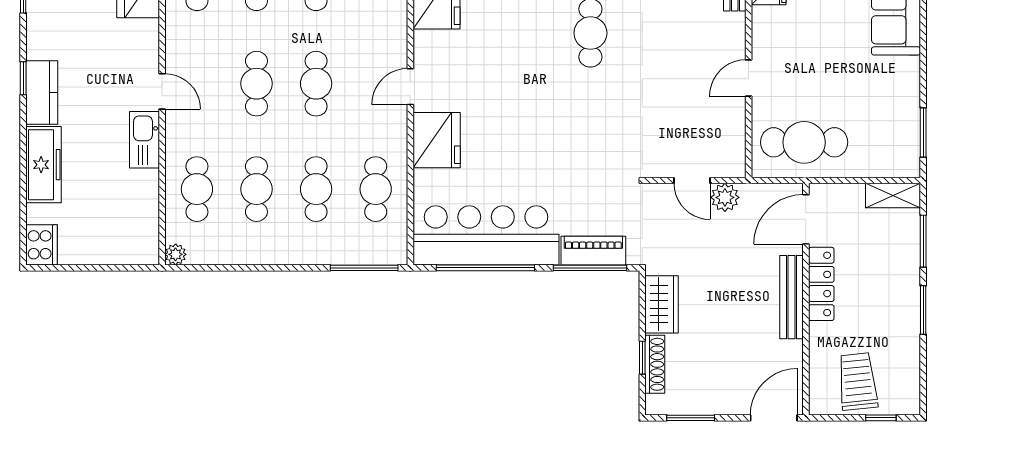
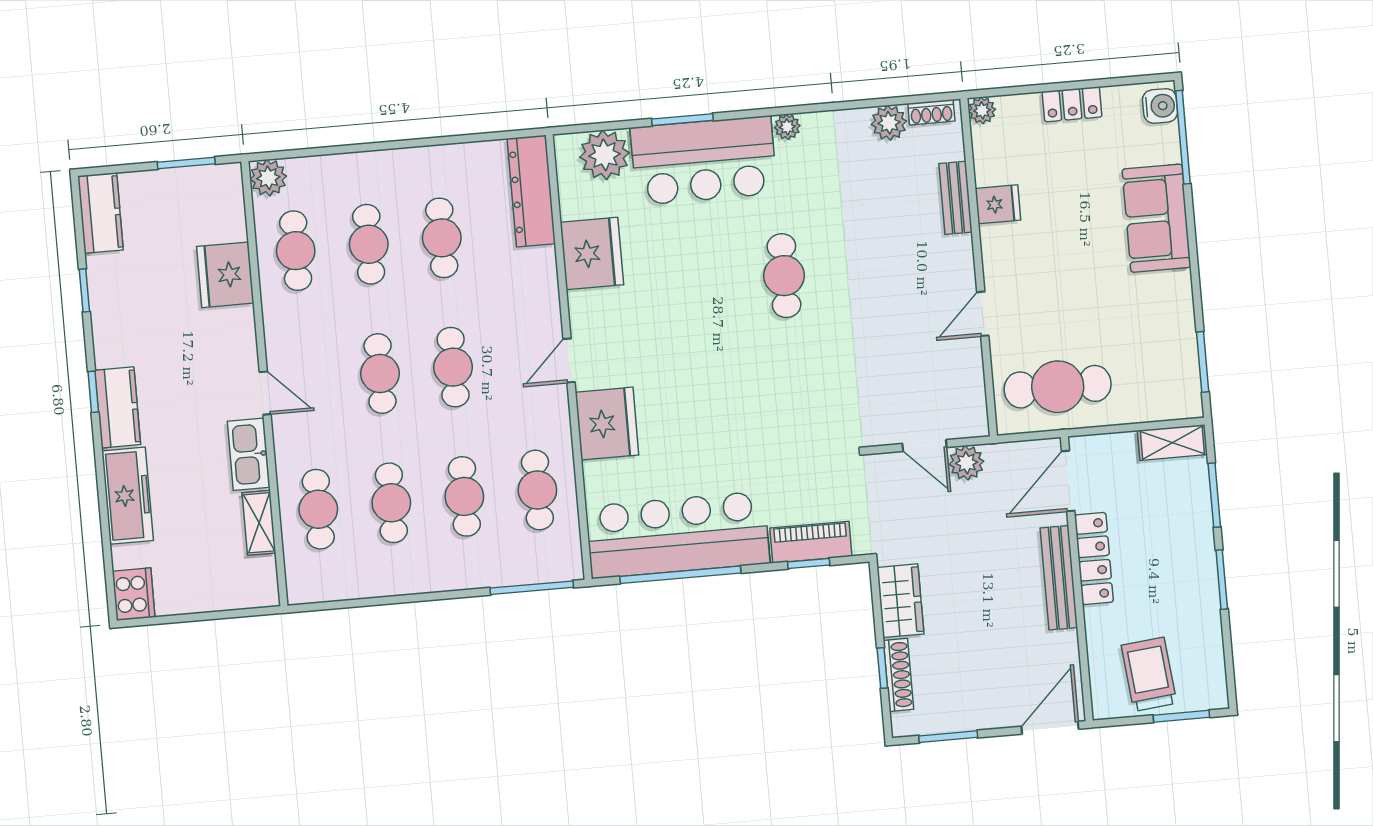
shelving: (148, 196) -> (259, 523), added
plant: (176, 254) -> (299, 592), removed
window: (590, 268) -> (809, 563), width x0.46
window: (881, 418) -> (1181, 716), width x1.50

